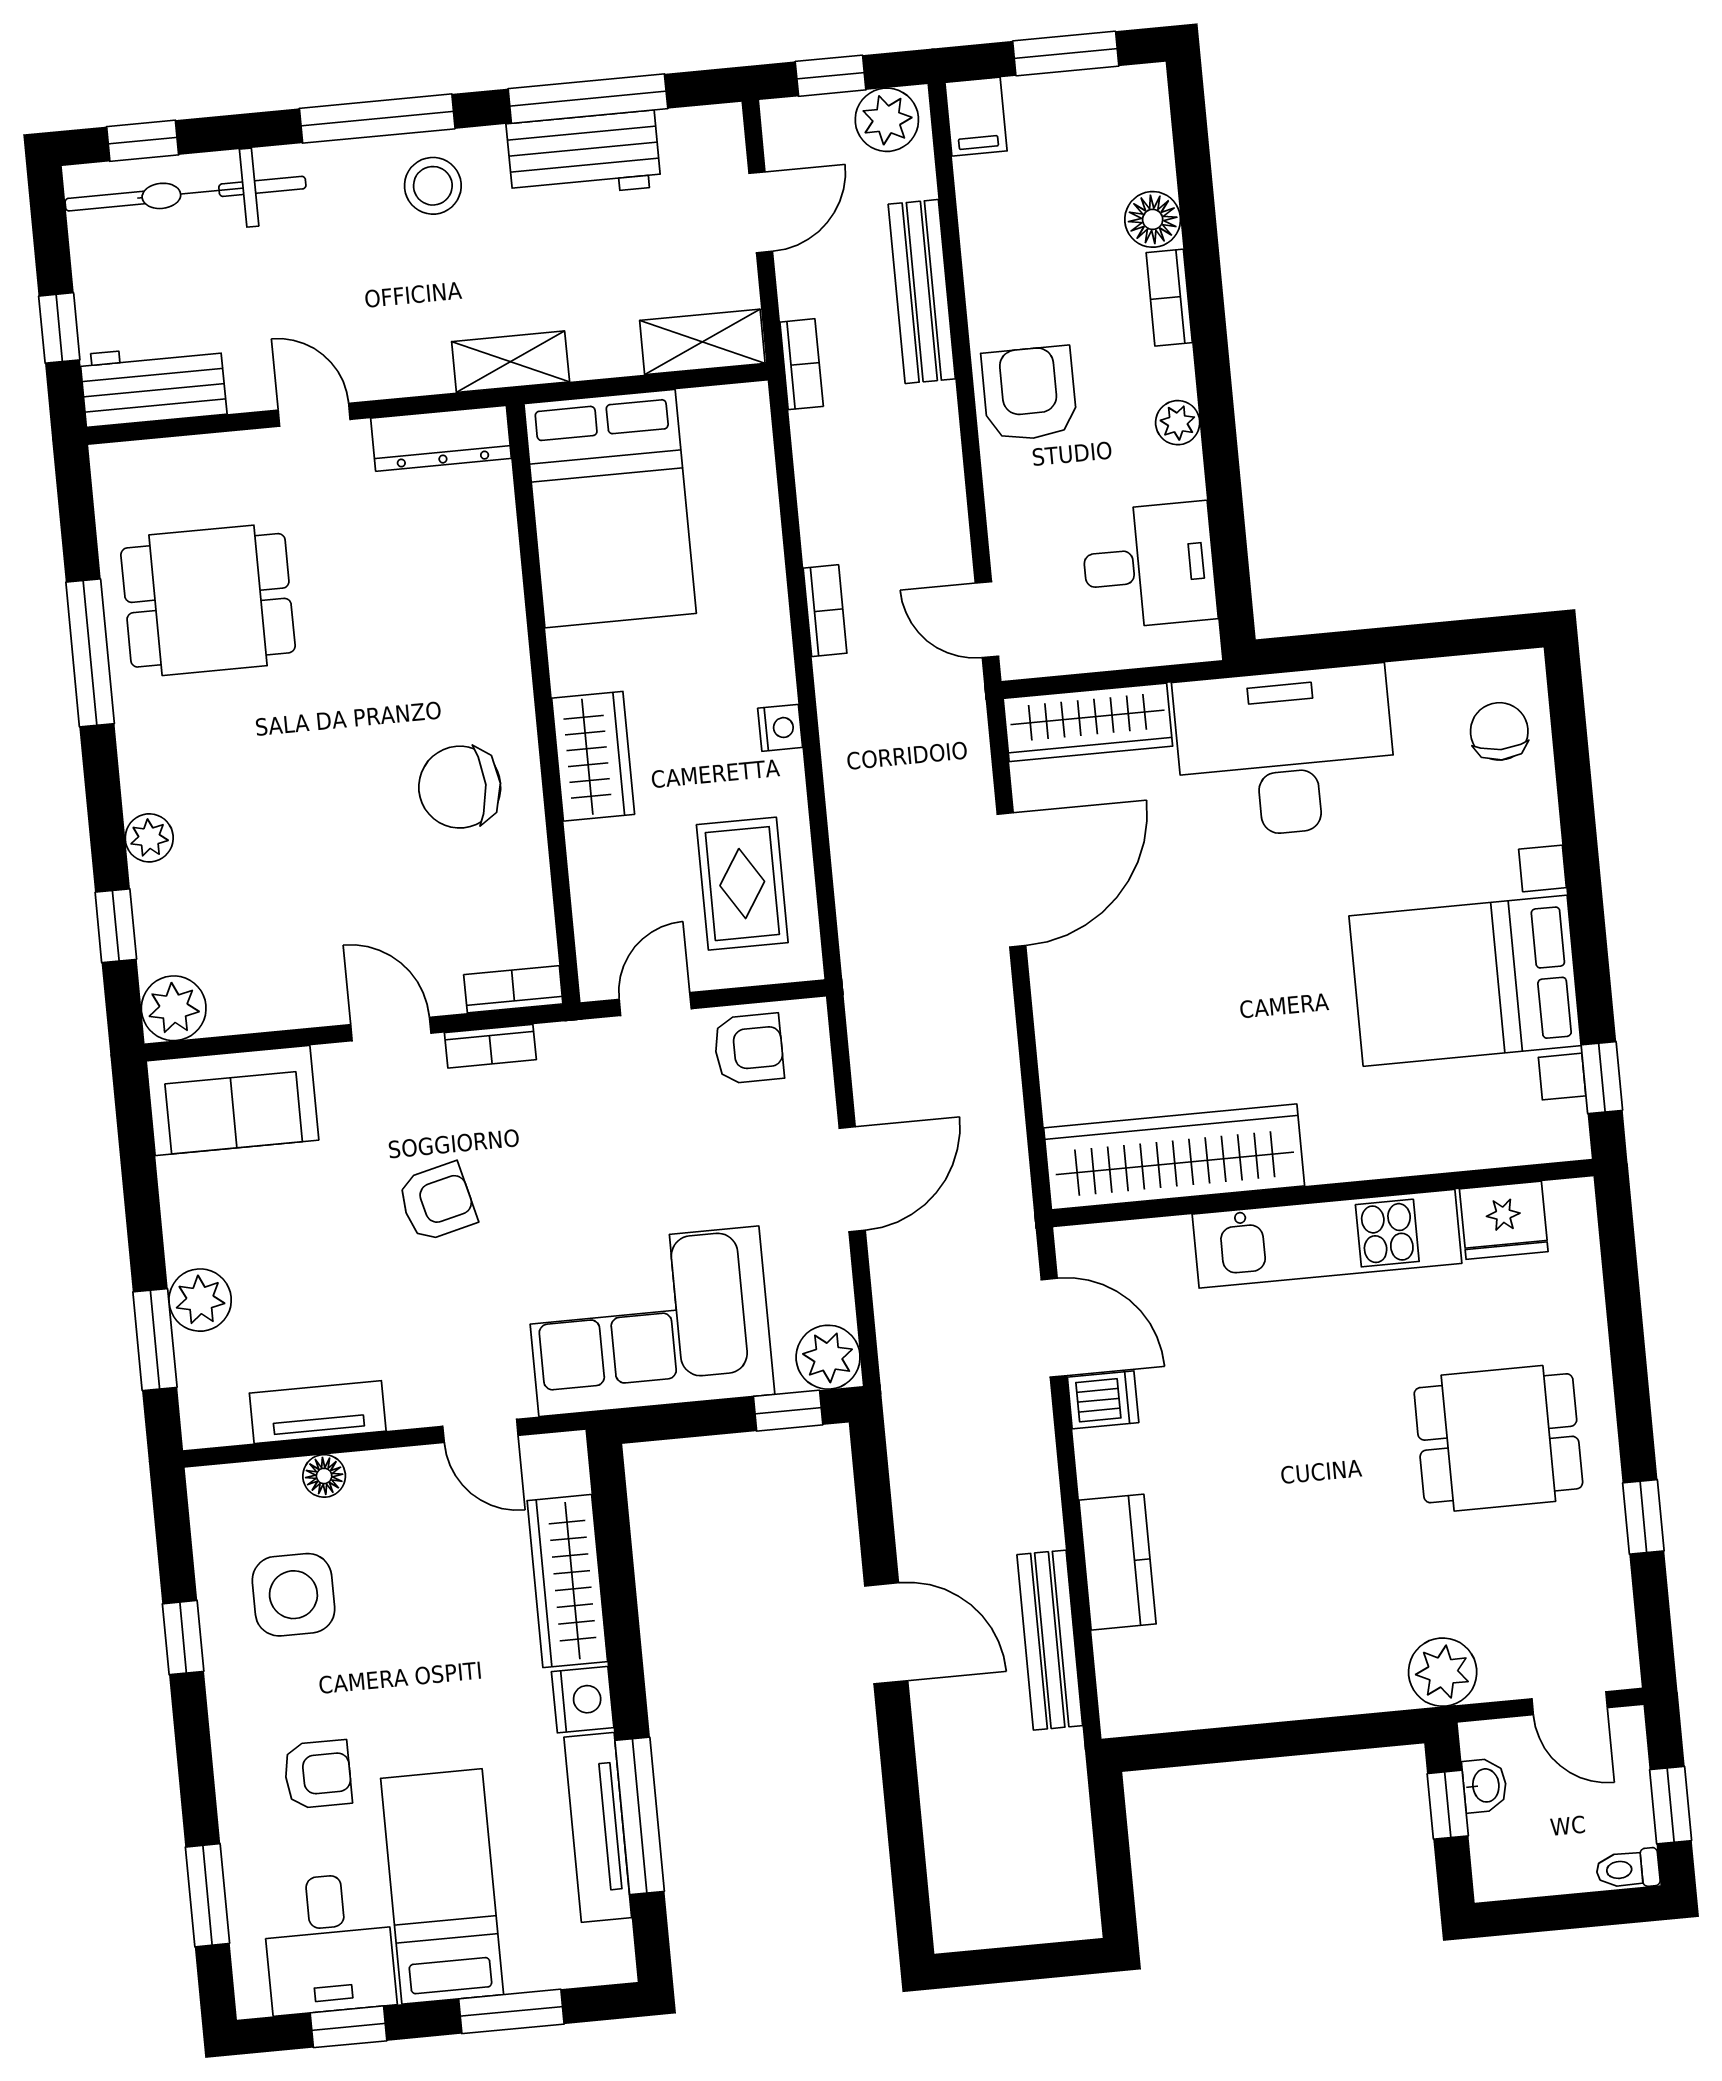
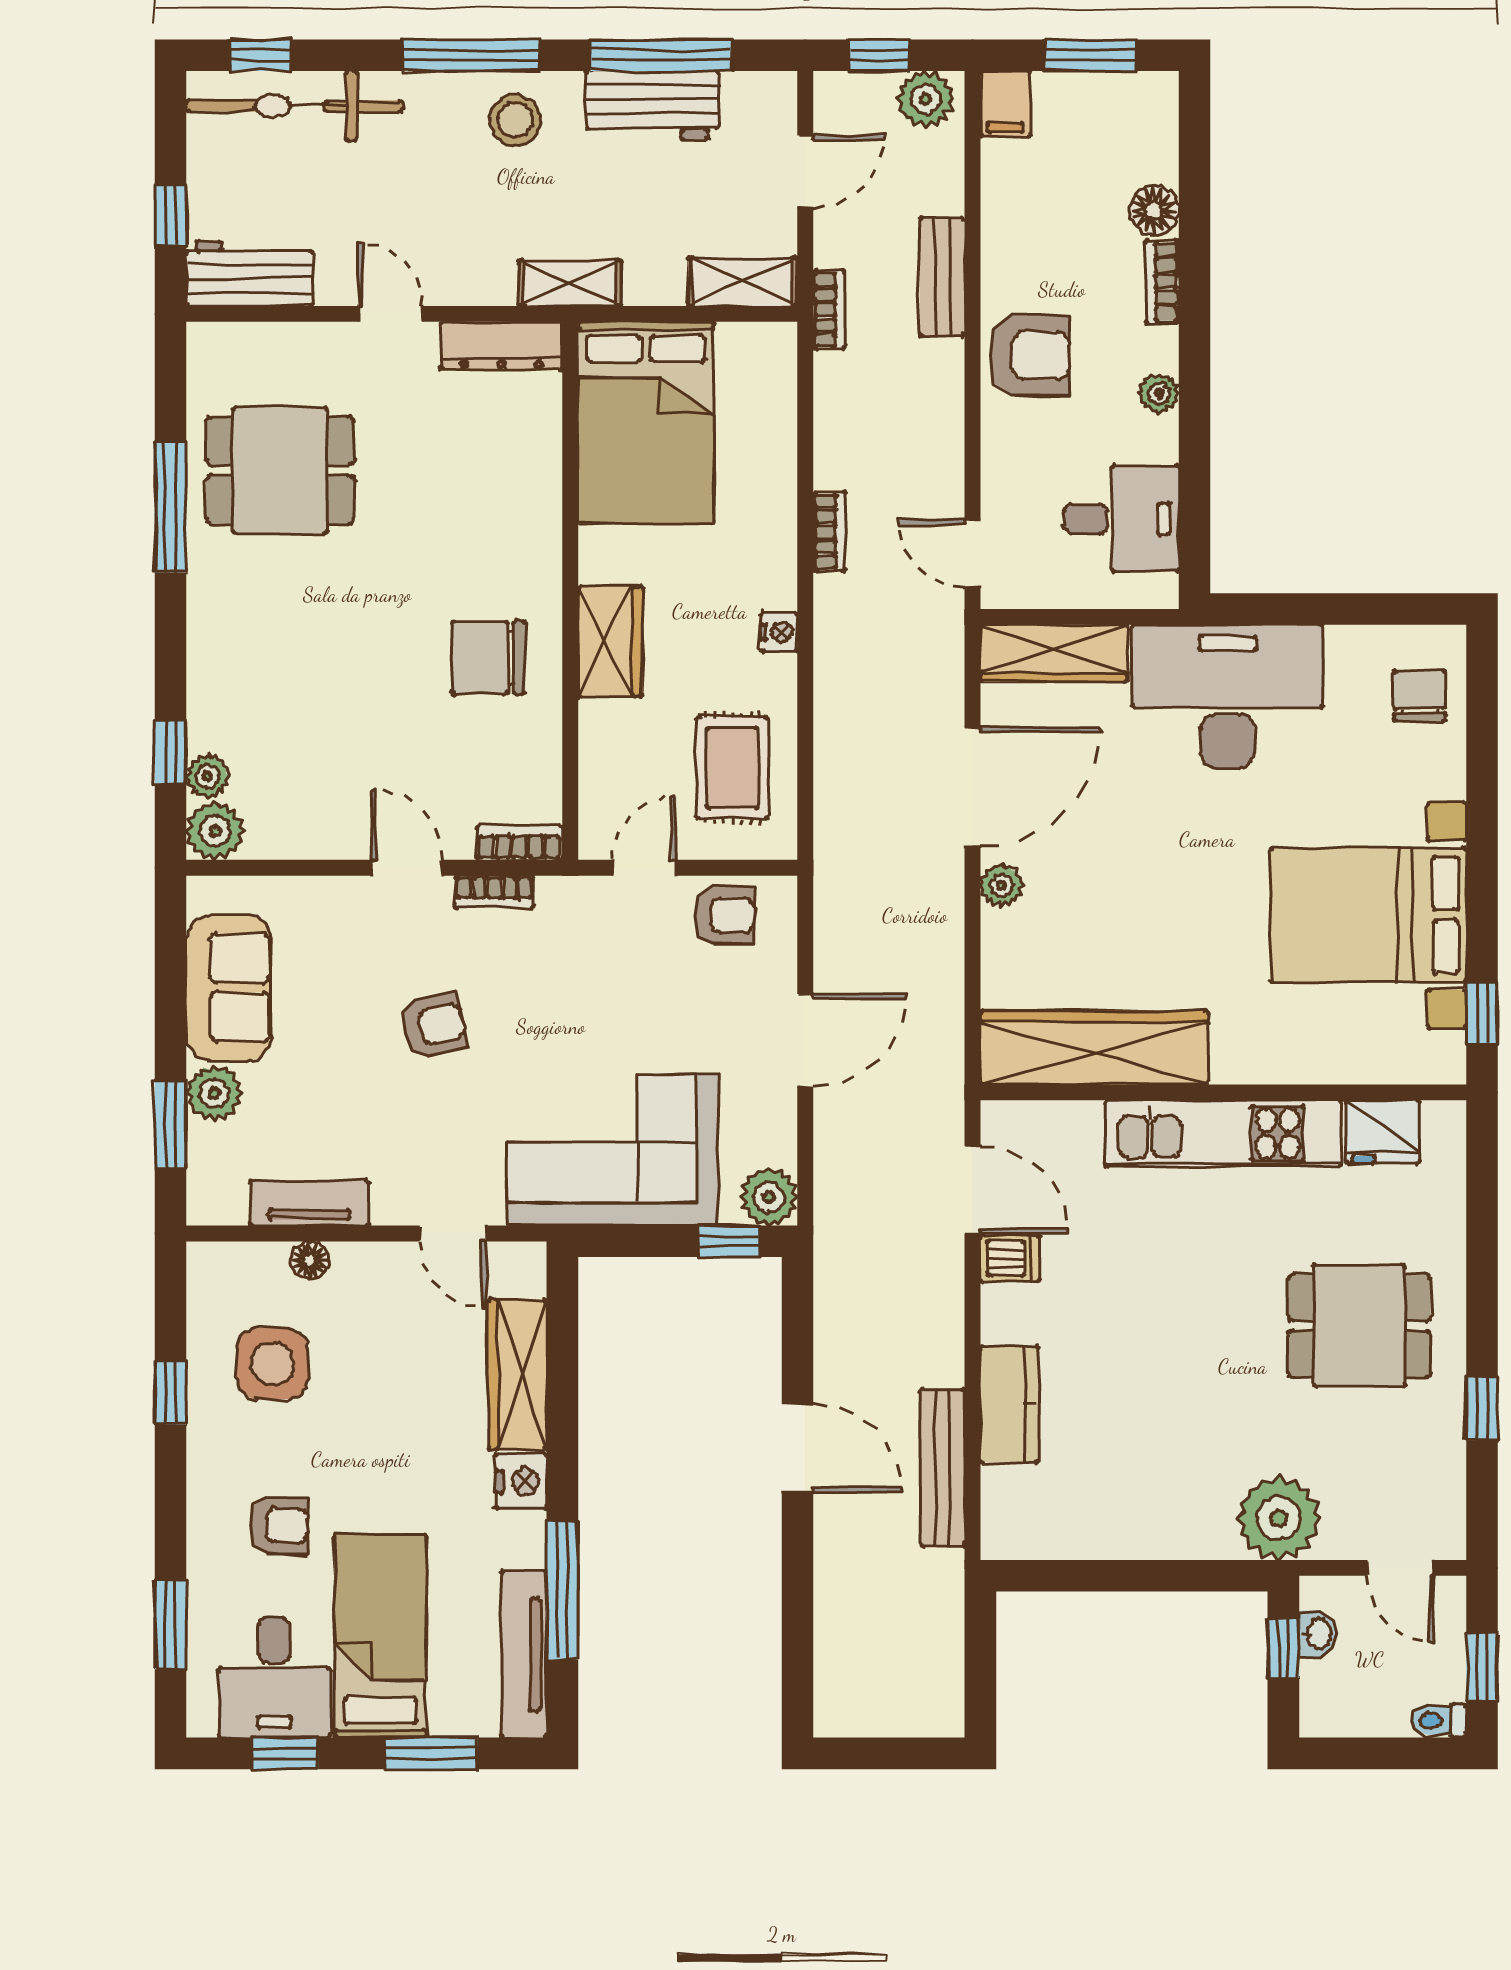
bench: (922, 292) -> (942, 277), width x0.73
armchair: (1029, 394) -> (1029, 355), turned 90
plant: (149, 838) -> (208, 776), moved
plant: (1054, 986) -> (1001, 885), added
sofa: (232, 1100) -> (229, 988), moved, turned -90
plant: (1443, 1672) -> (1279, 1518), width x1.36, depth x1.36
tv unit: (598, 1827) -> (524, 1654), moved

